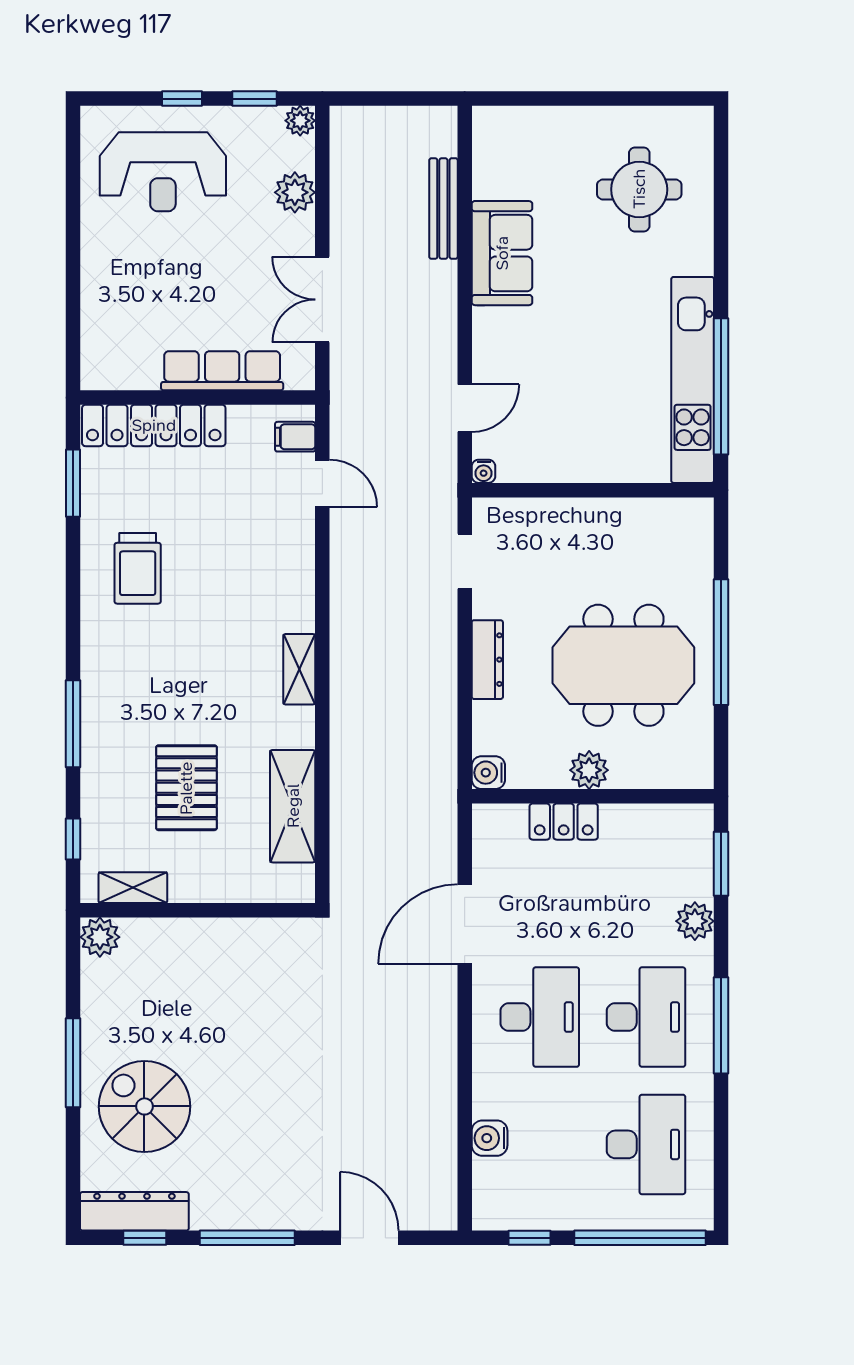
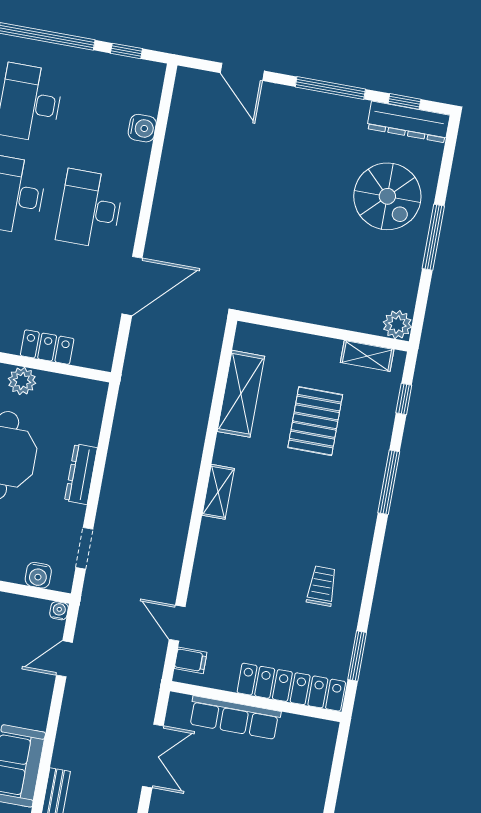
trolley: (138, 568) -> (322, 586), width x0.73, depth x0.72
water cooler: (488, 773) -> (38, 575), moved, turned 90

